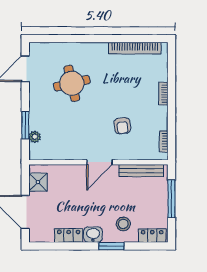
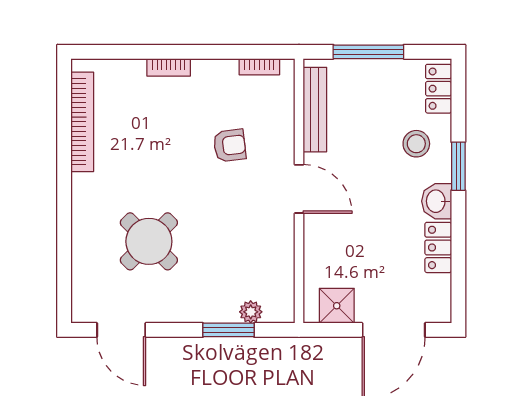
round table: (72, 83) -> (149, 241), turned -32

